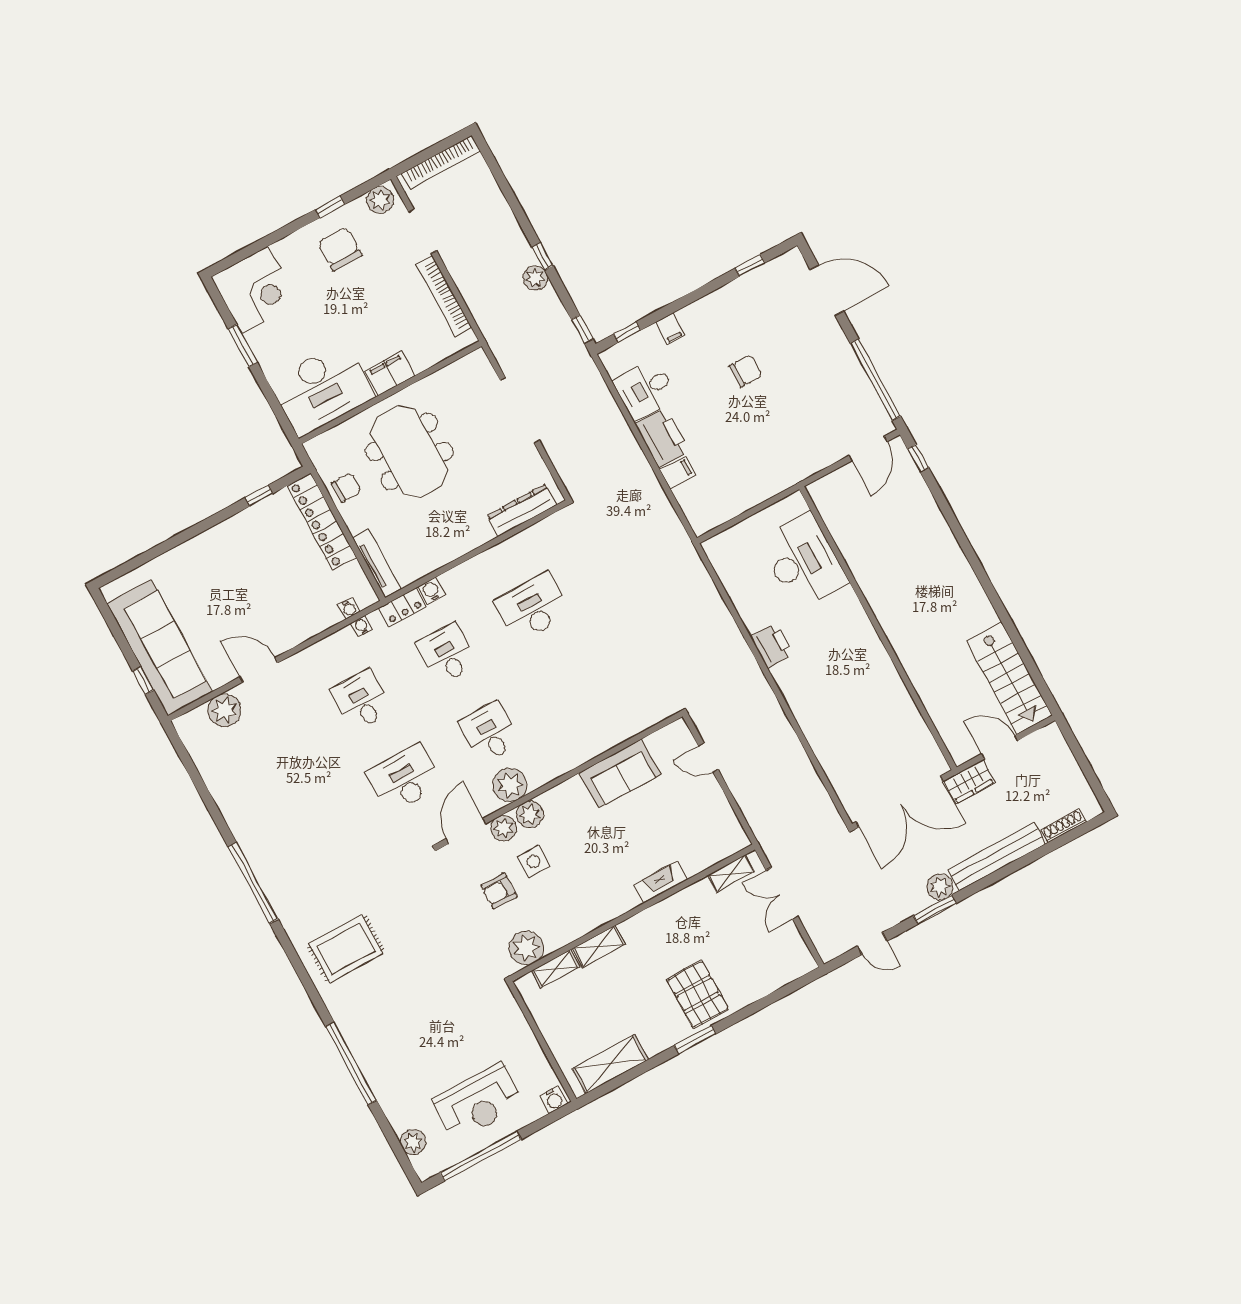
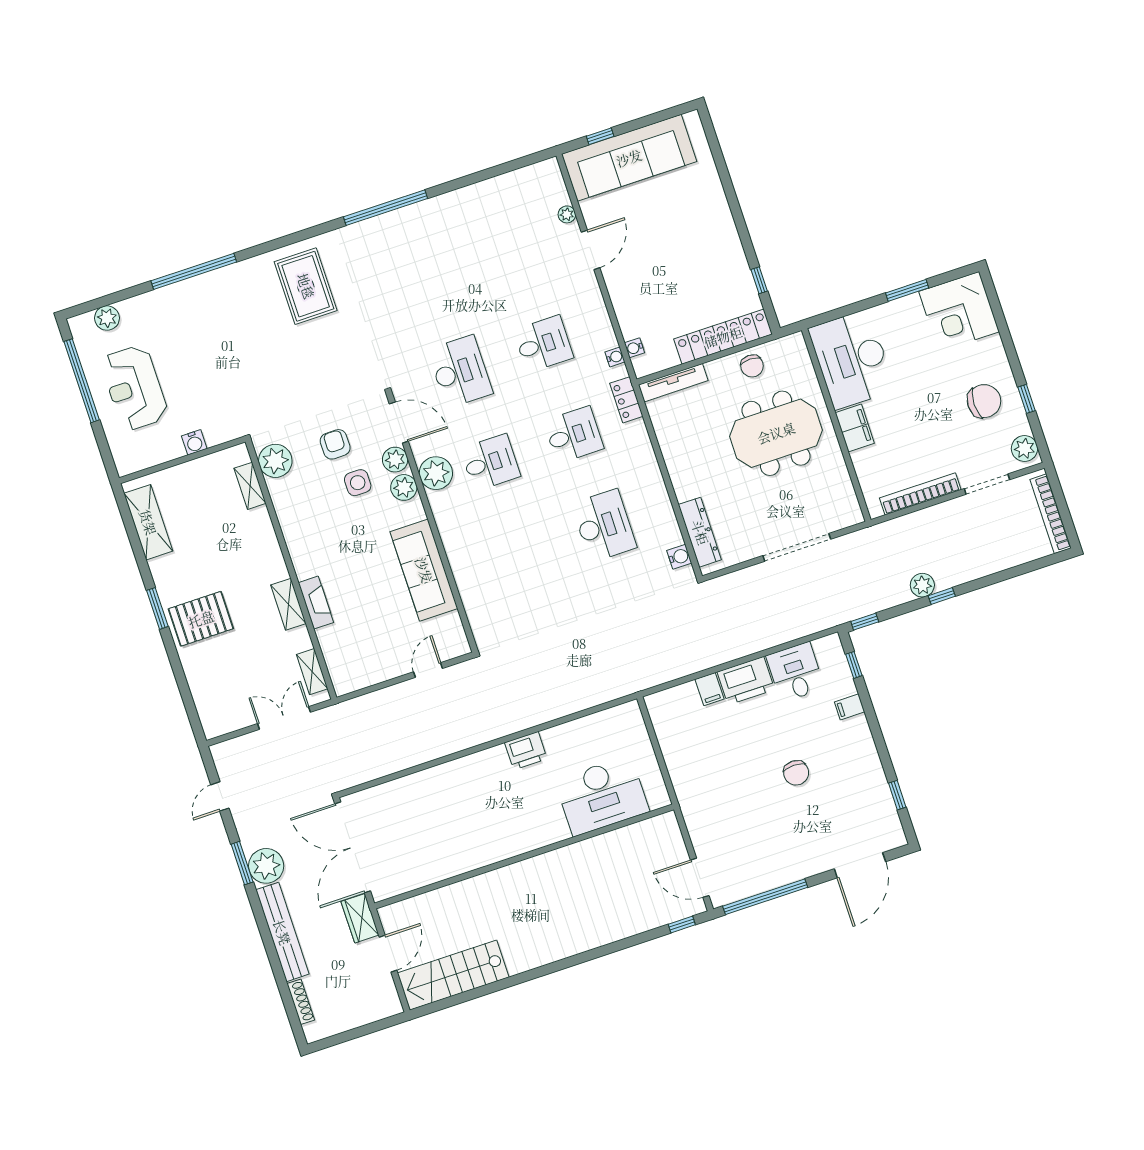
water cooler: (431, 591) -> (679, 557), moved
plant: (224, 710) -> (567, 214), width x0.53, depth x0.53
sofa: (620, 774) -> (424, 570), width x1.36
plant: (940, 887) -> (266, 866), width x1.36, depth x1.36
shelving: (599, 947) -> (288, 604), moved
water cooler: (554, 1099) -> (194, 442), moved, turned -90

